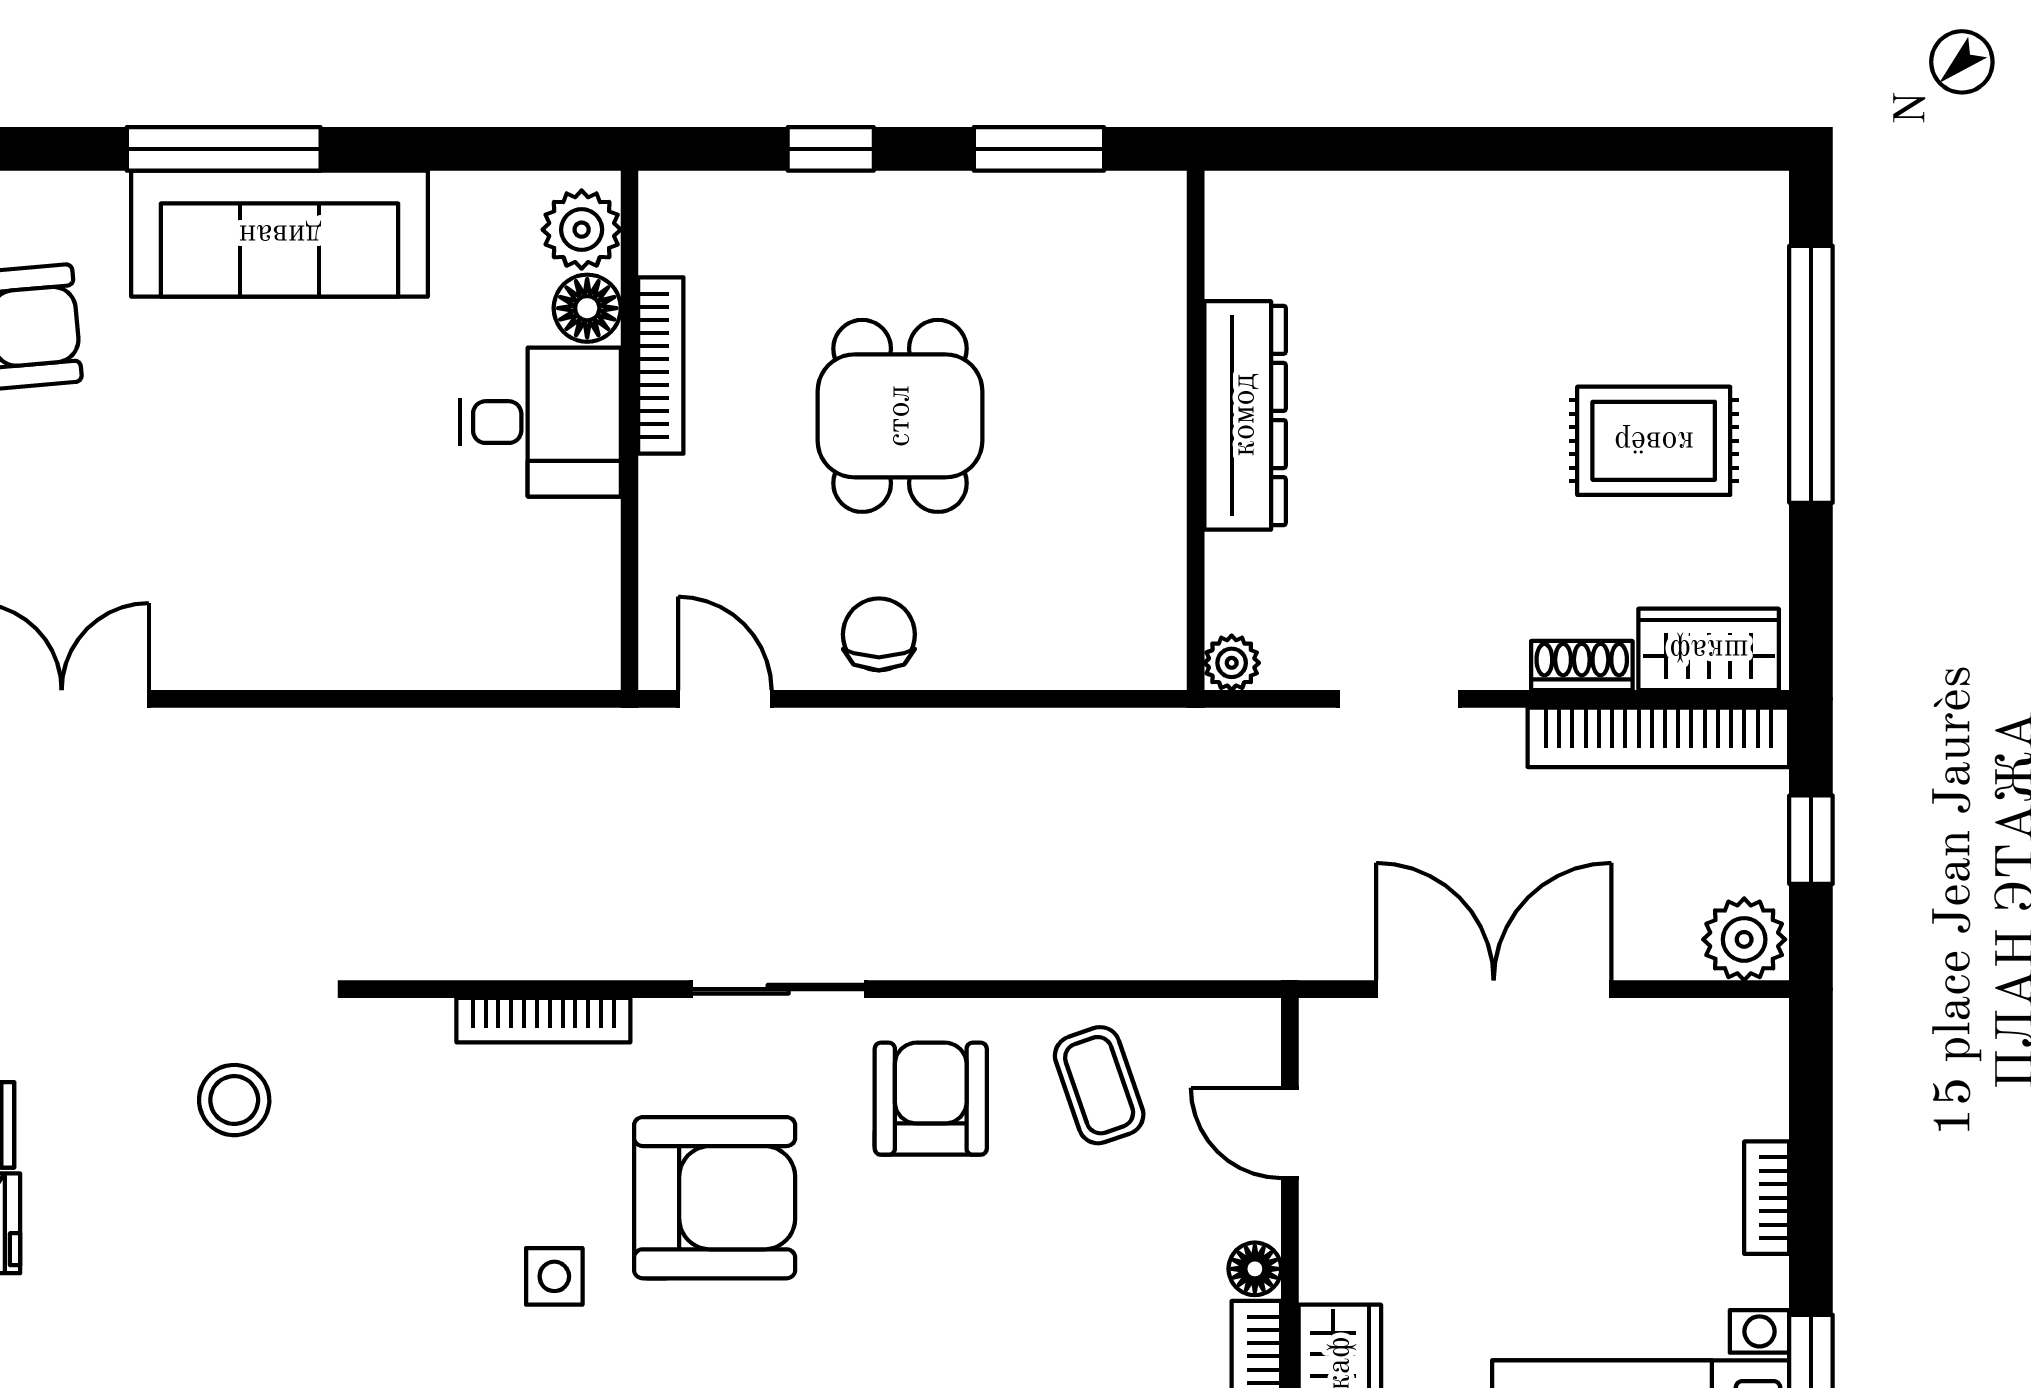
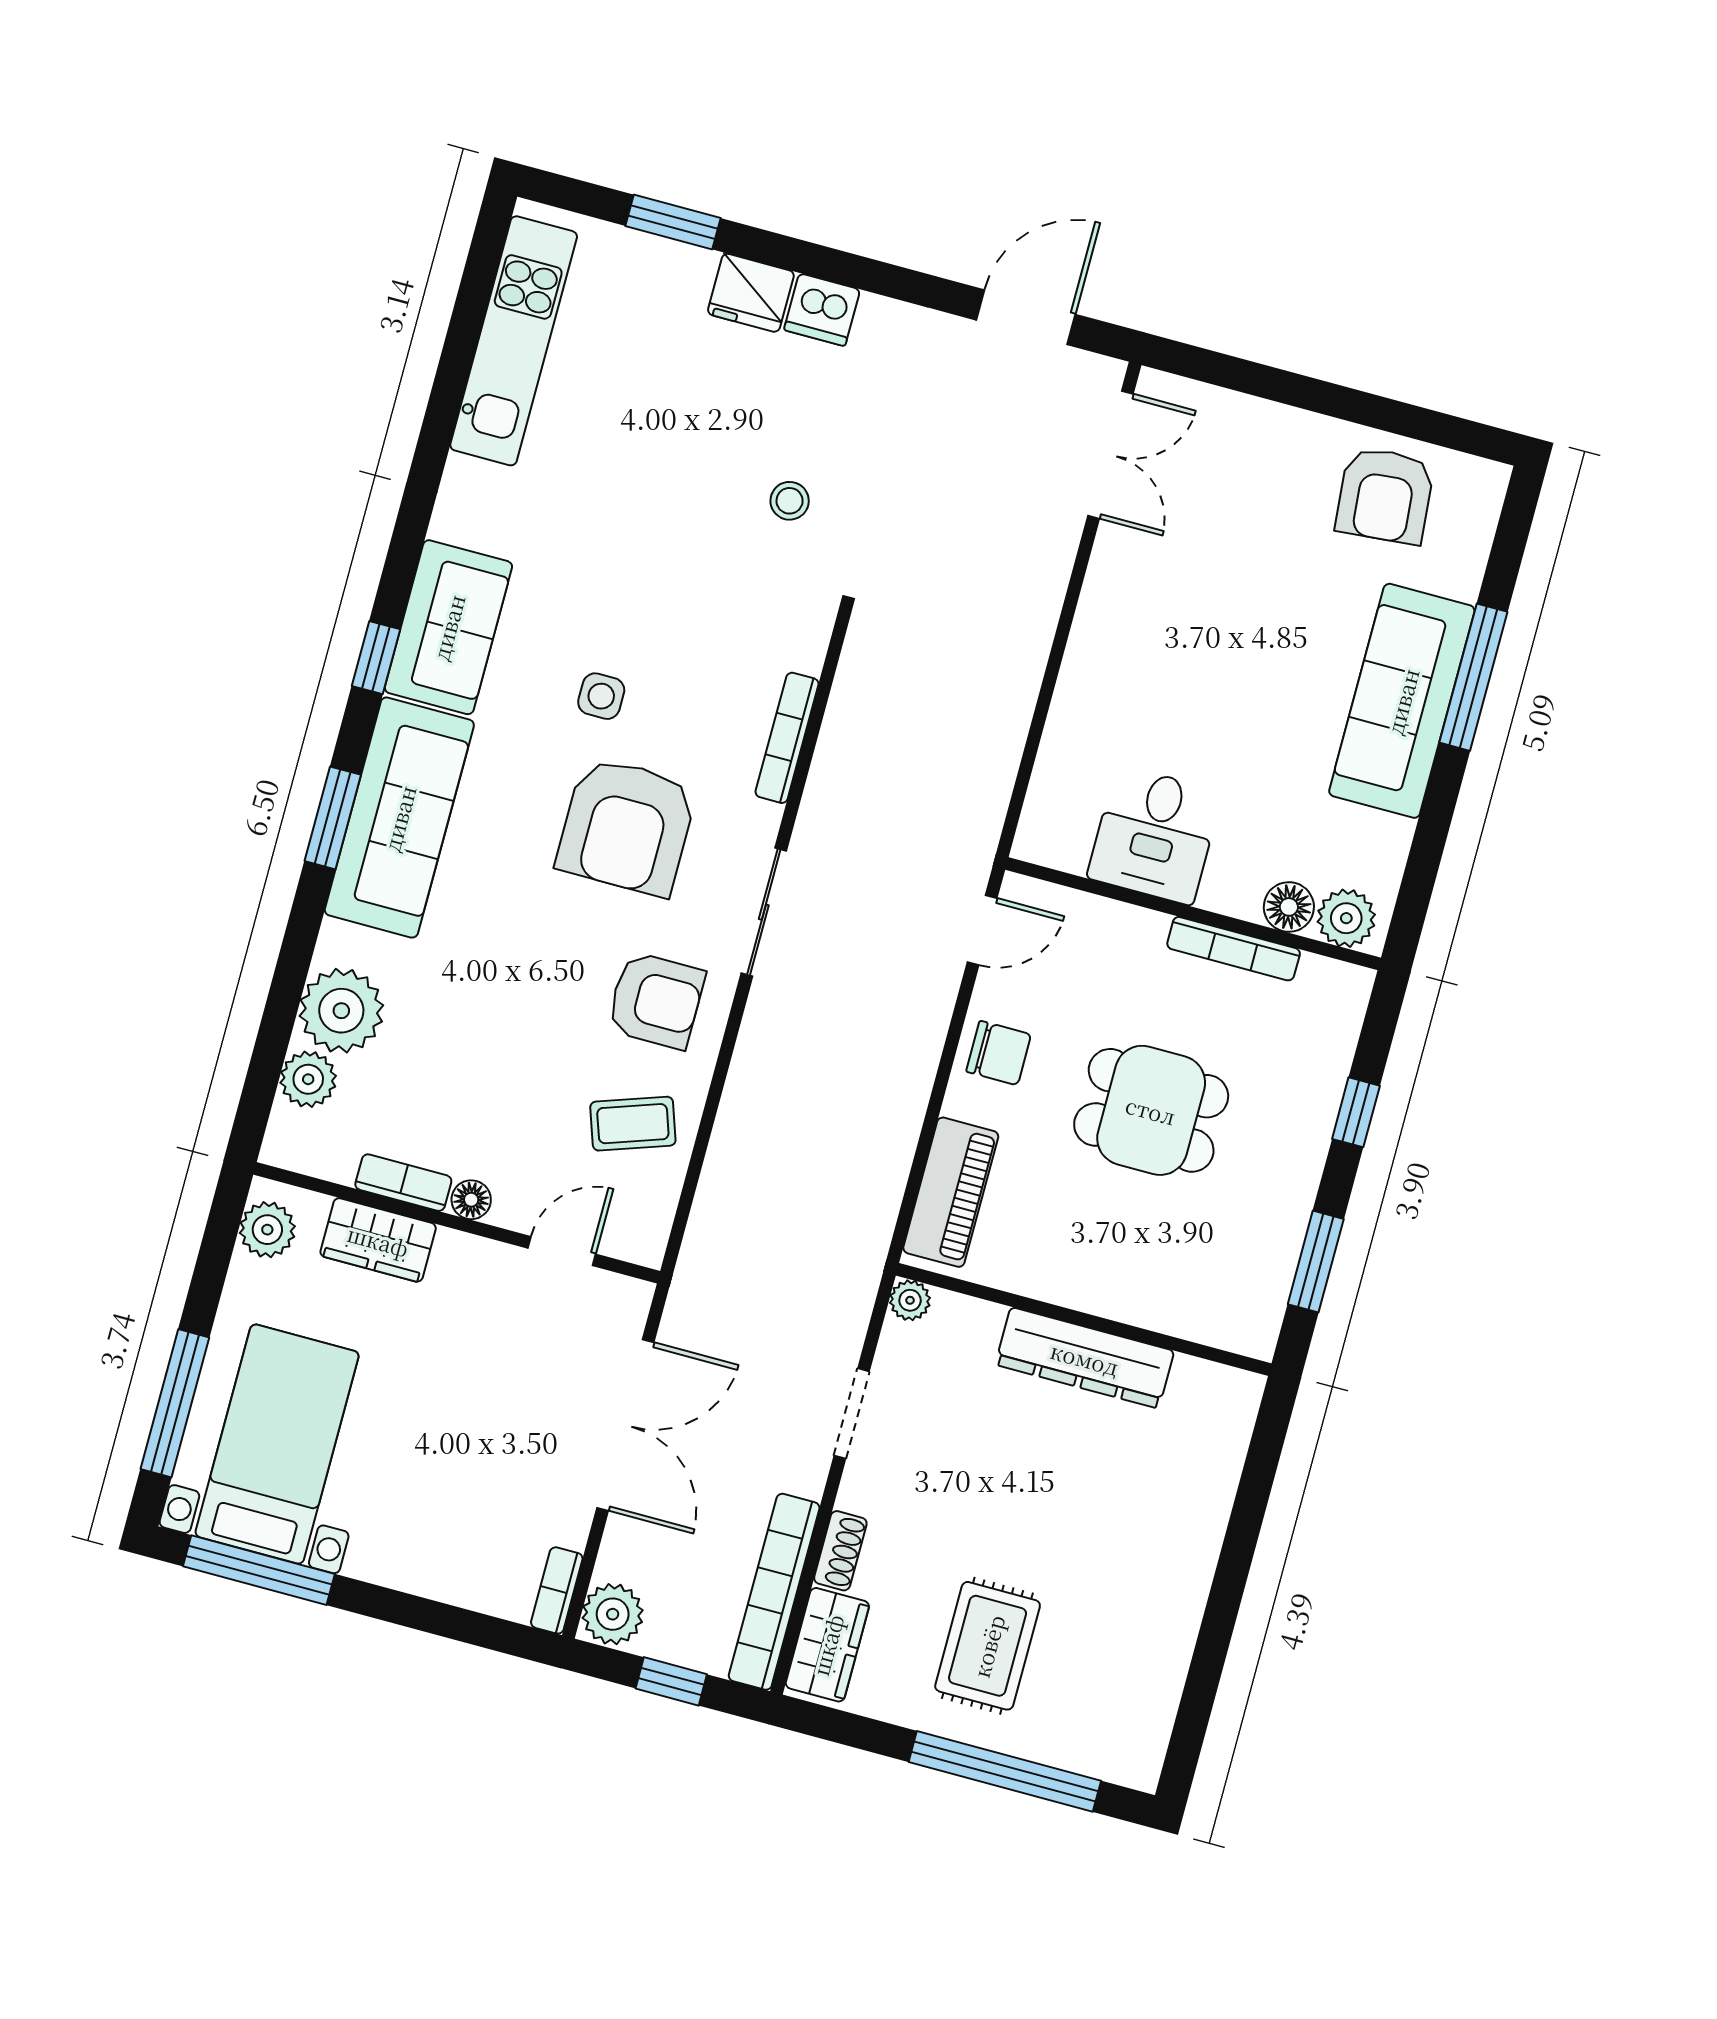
desk: (541, 422) -> (1155, 835), moved
piano: (1077, 648) -> (951, 1192), added
stool: (234, 1100) -> (790, 501), width x0.73, depth x0.73
bookcase: (1767, 1198) -> (557, 1590), moved, turned -90

